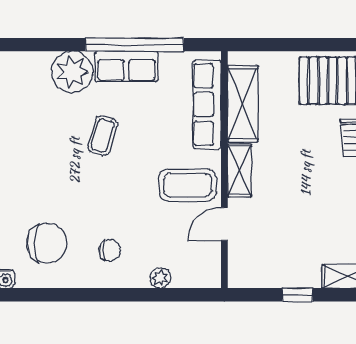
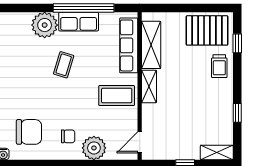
door: (224, 224) -> (140, 142), moved
plant: (160, 278) -> (94, 148), width x1.88, depth x1.88

